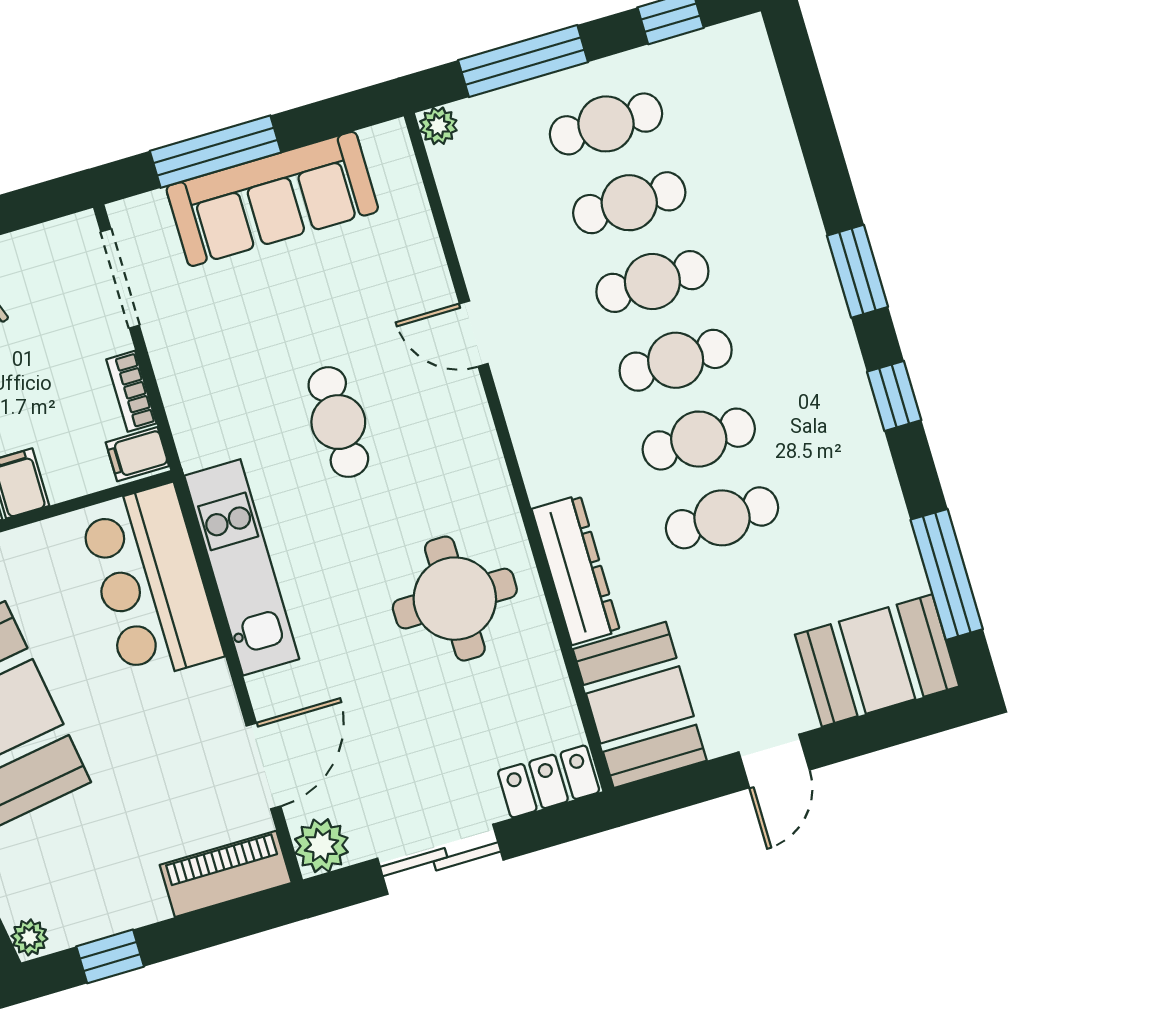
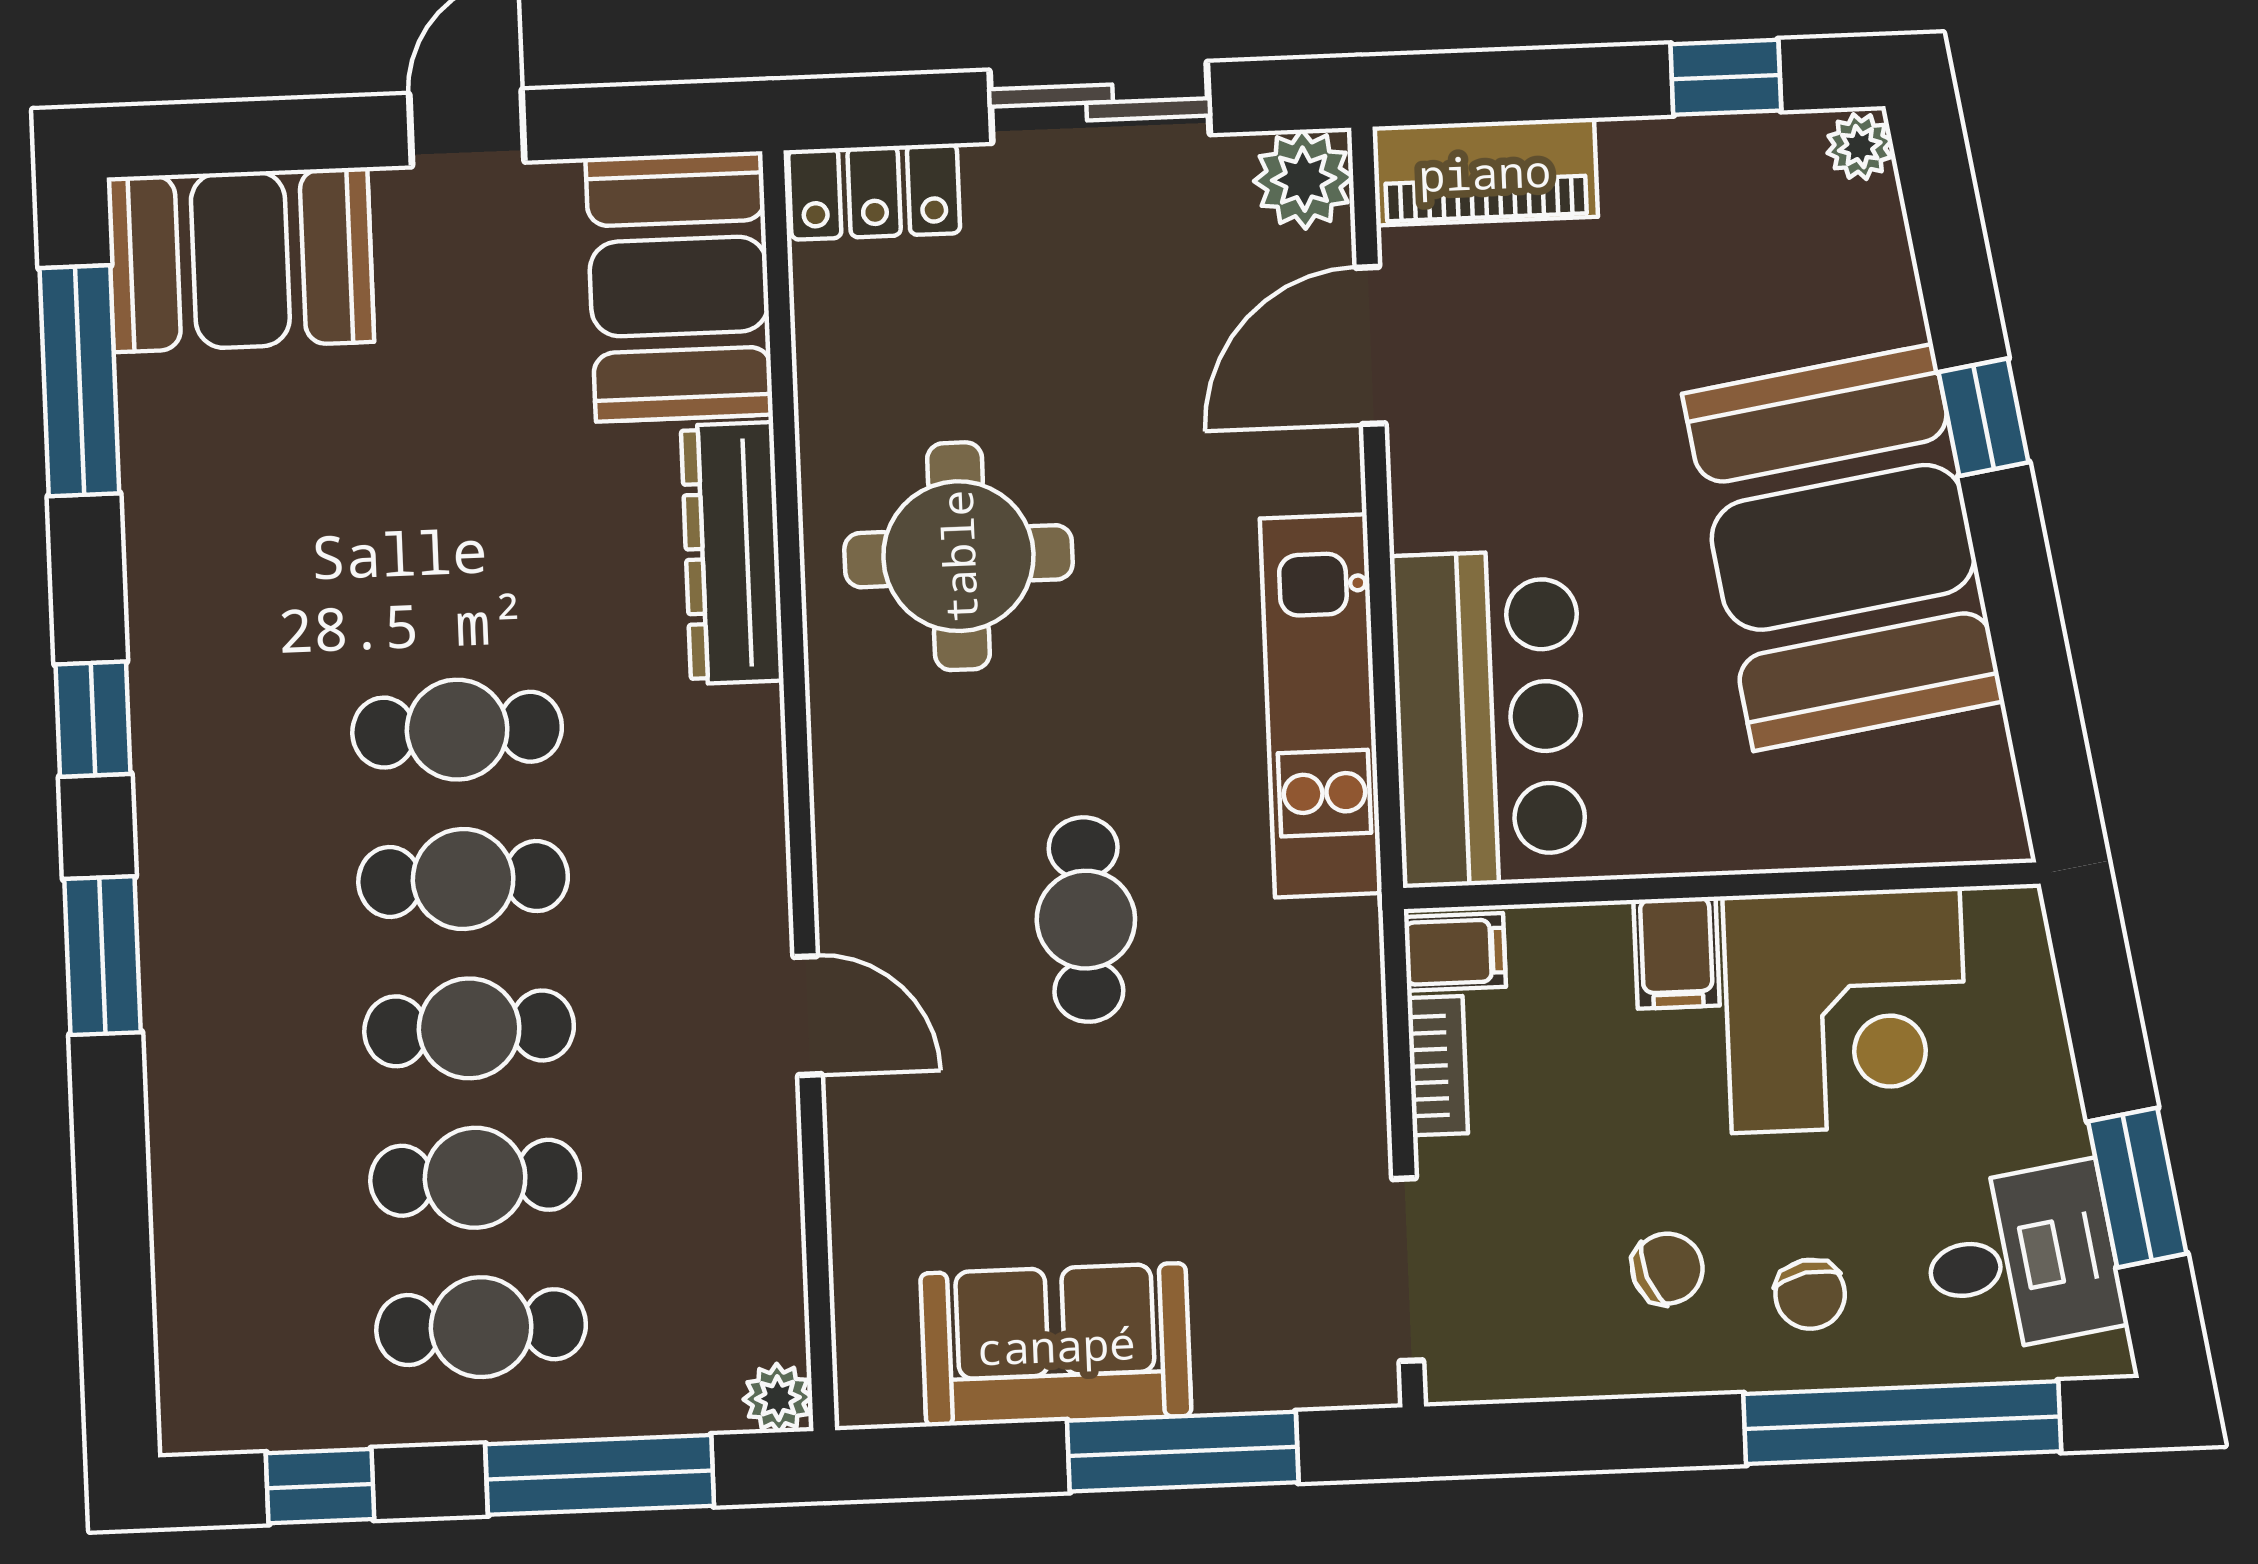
sofa: (272, 199) -> (1056, 1345), width x0.73
cafe table: (722, 518) -> (451, 580), removed

